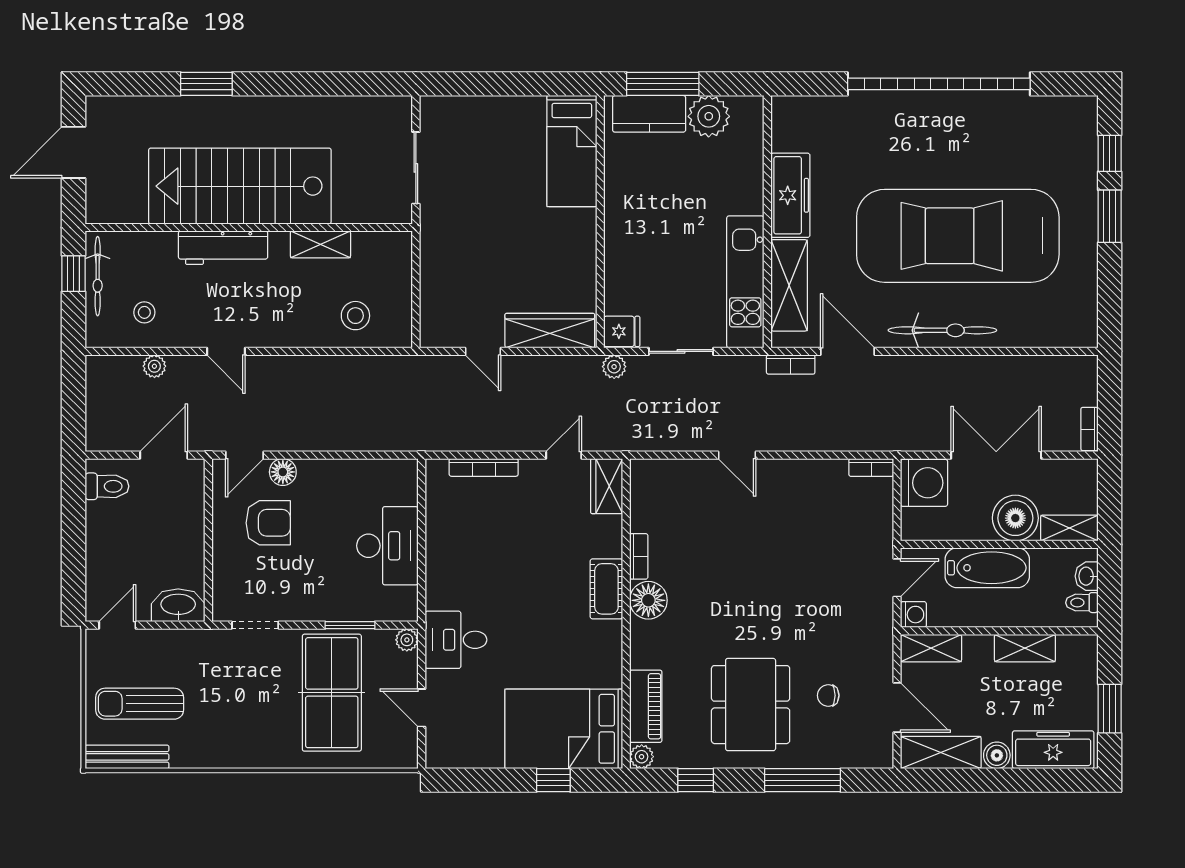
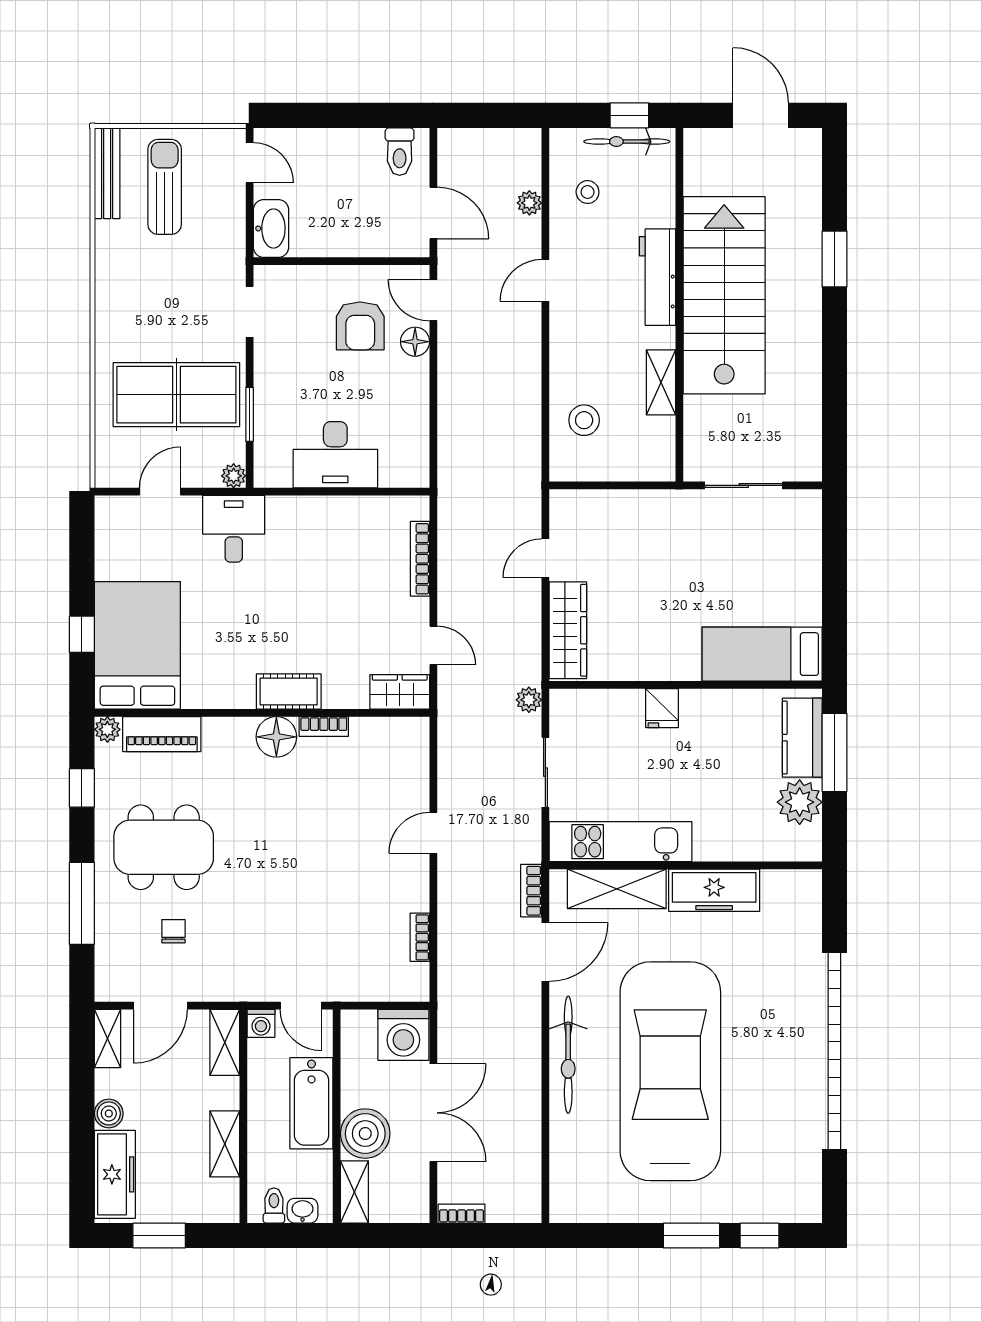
fridge: (622, 331) -> (662, 708), moved
bookcase: (871, 468) -> (420, 937), moved
shelving: (941, 752) -> (108, 1038), width x0.67, depth x0.75

